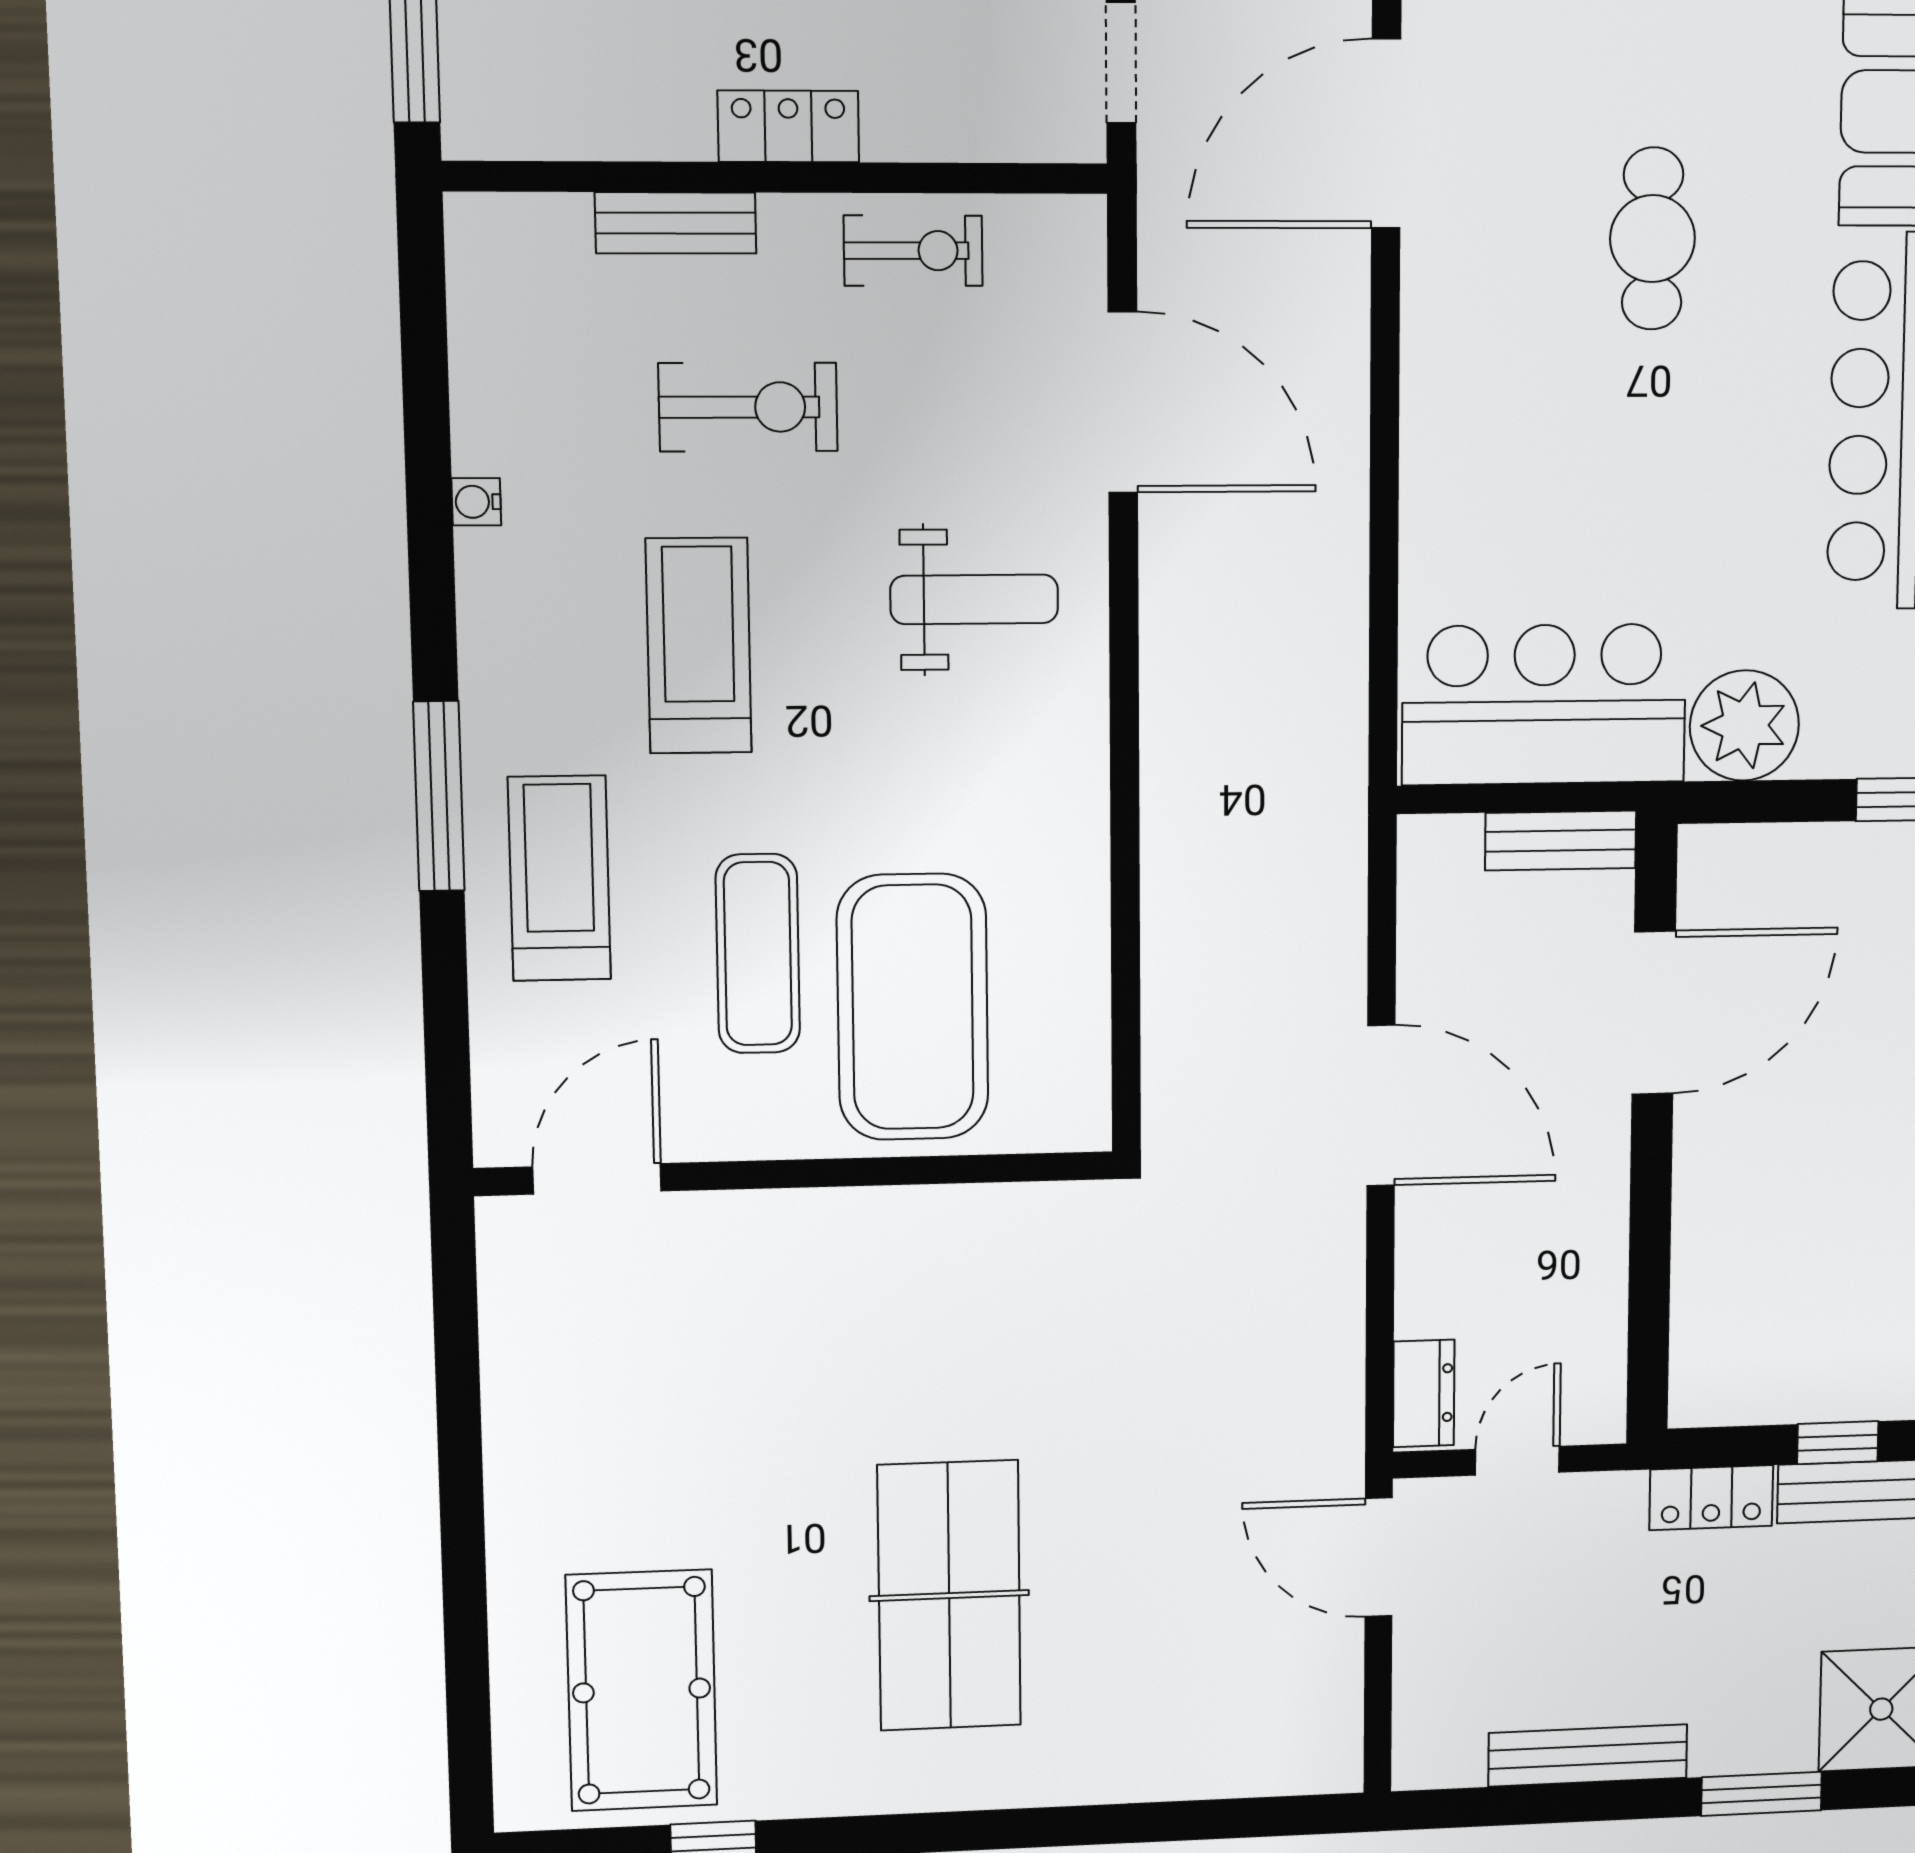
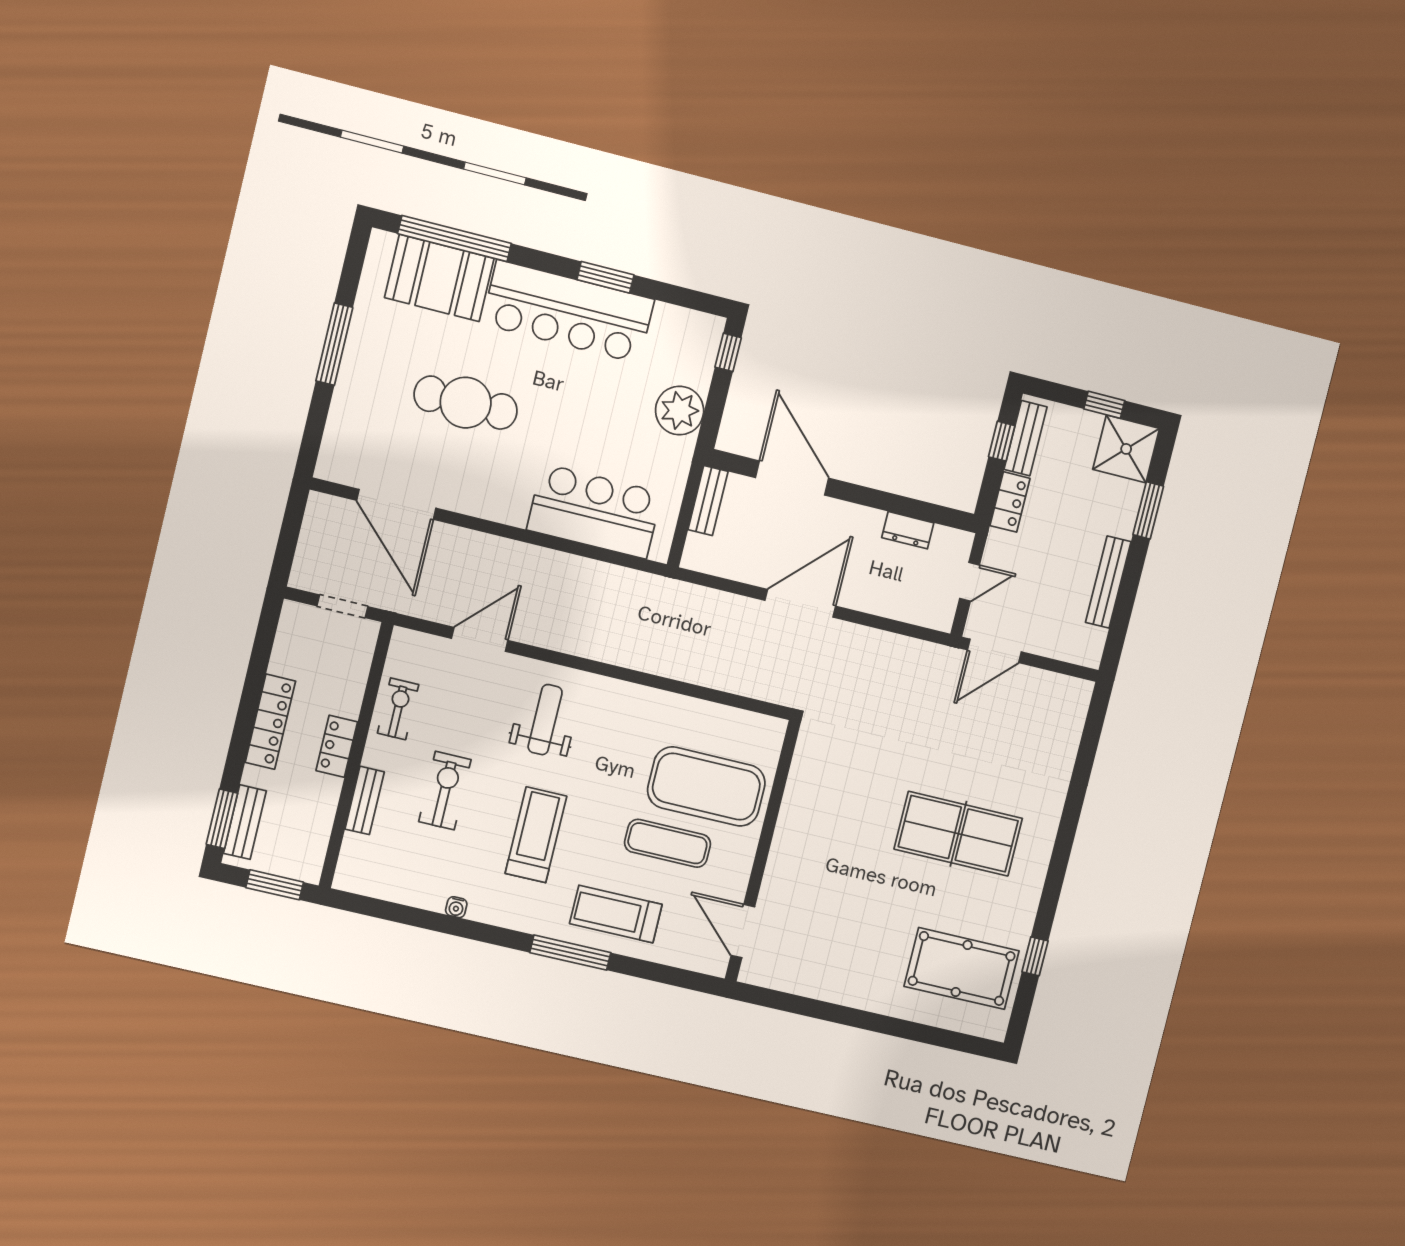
cafe table: (1653, 239) -> (466, 403), width x1.37, depth x1.35
door: (1123, 402) -> (480, 639), width x0.73
treadmill: (699, 646) -> (536, 835), turned 90
bar counter: (1544, 704) -> (594, 511), moved, turned 90
dresser: (1424, 1393) -> (908, 530), moved, turned 180
door: (1517, 1461) -> (970, 582), swing flipped

